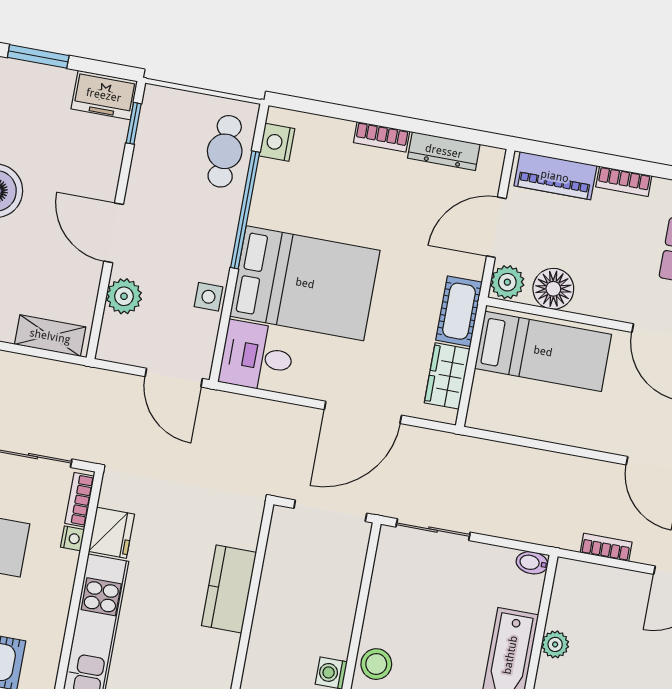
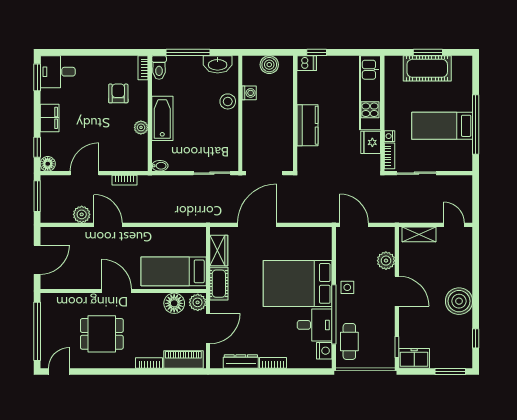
side table: (208, 297) -> (347, 287), moved
desk: (257, 356) -> (315, 325), moved

